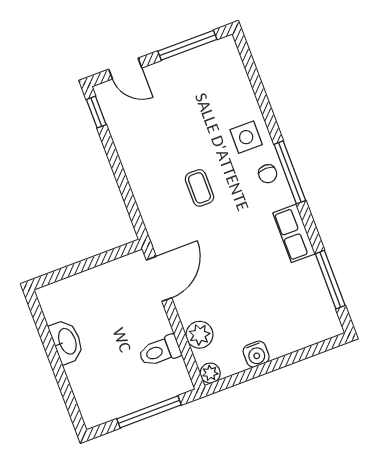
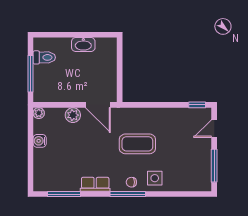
coffee table: (199, 188) -> (137, 144), width x1.86, depth x1.72
plant: (199, 335) -> (73, 115), moved
toilet: (160, 351) -> (44, 57), moved, turned 90

